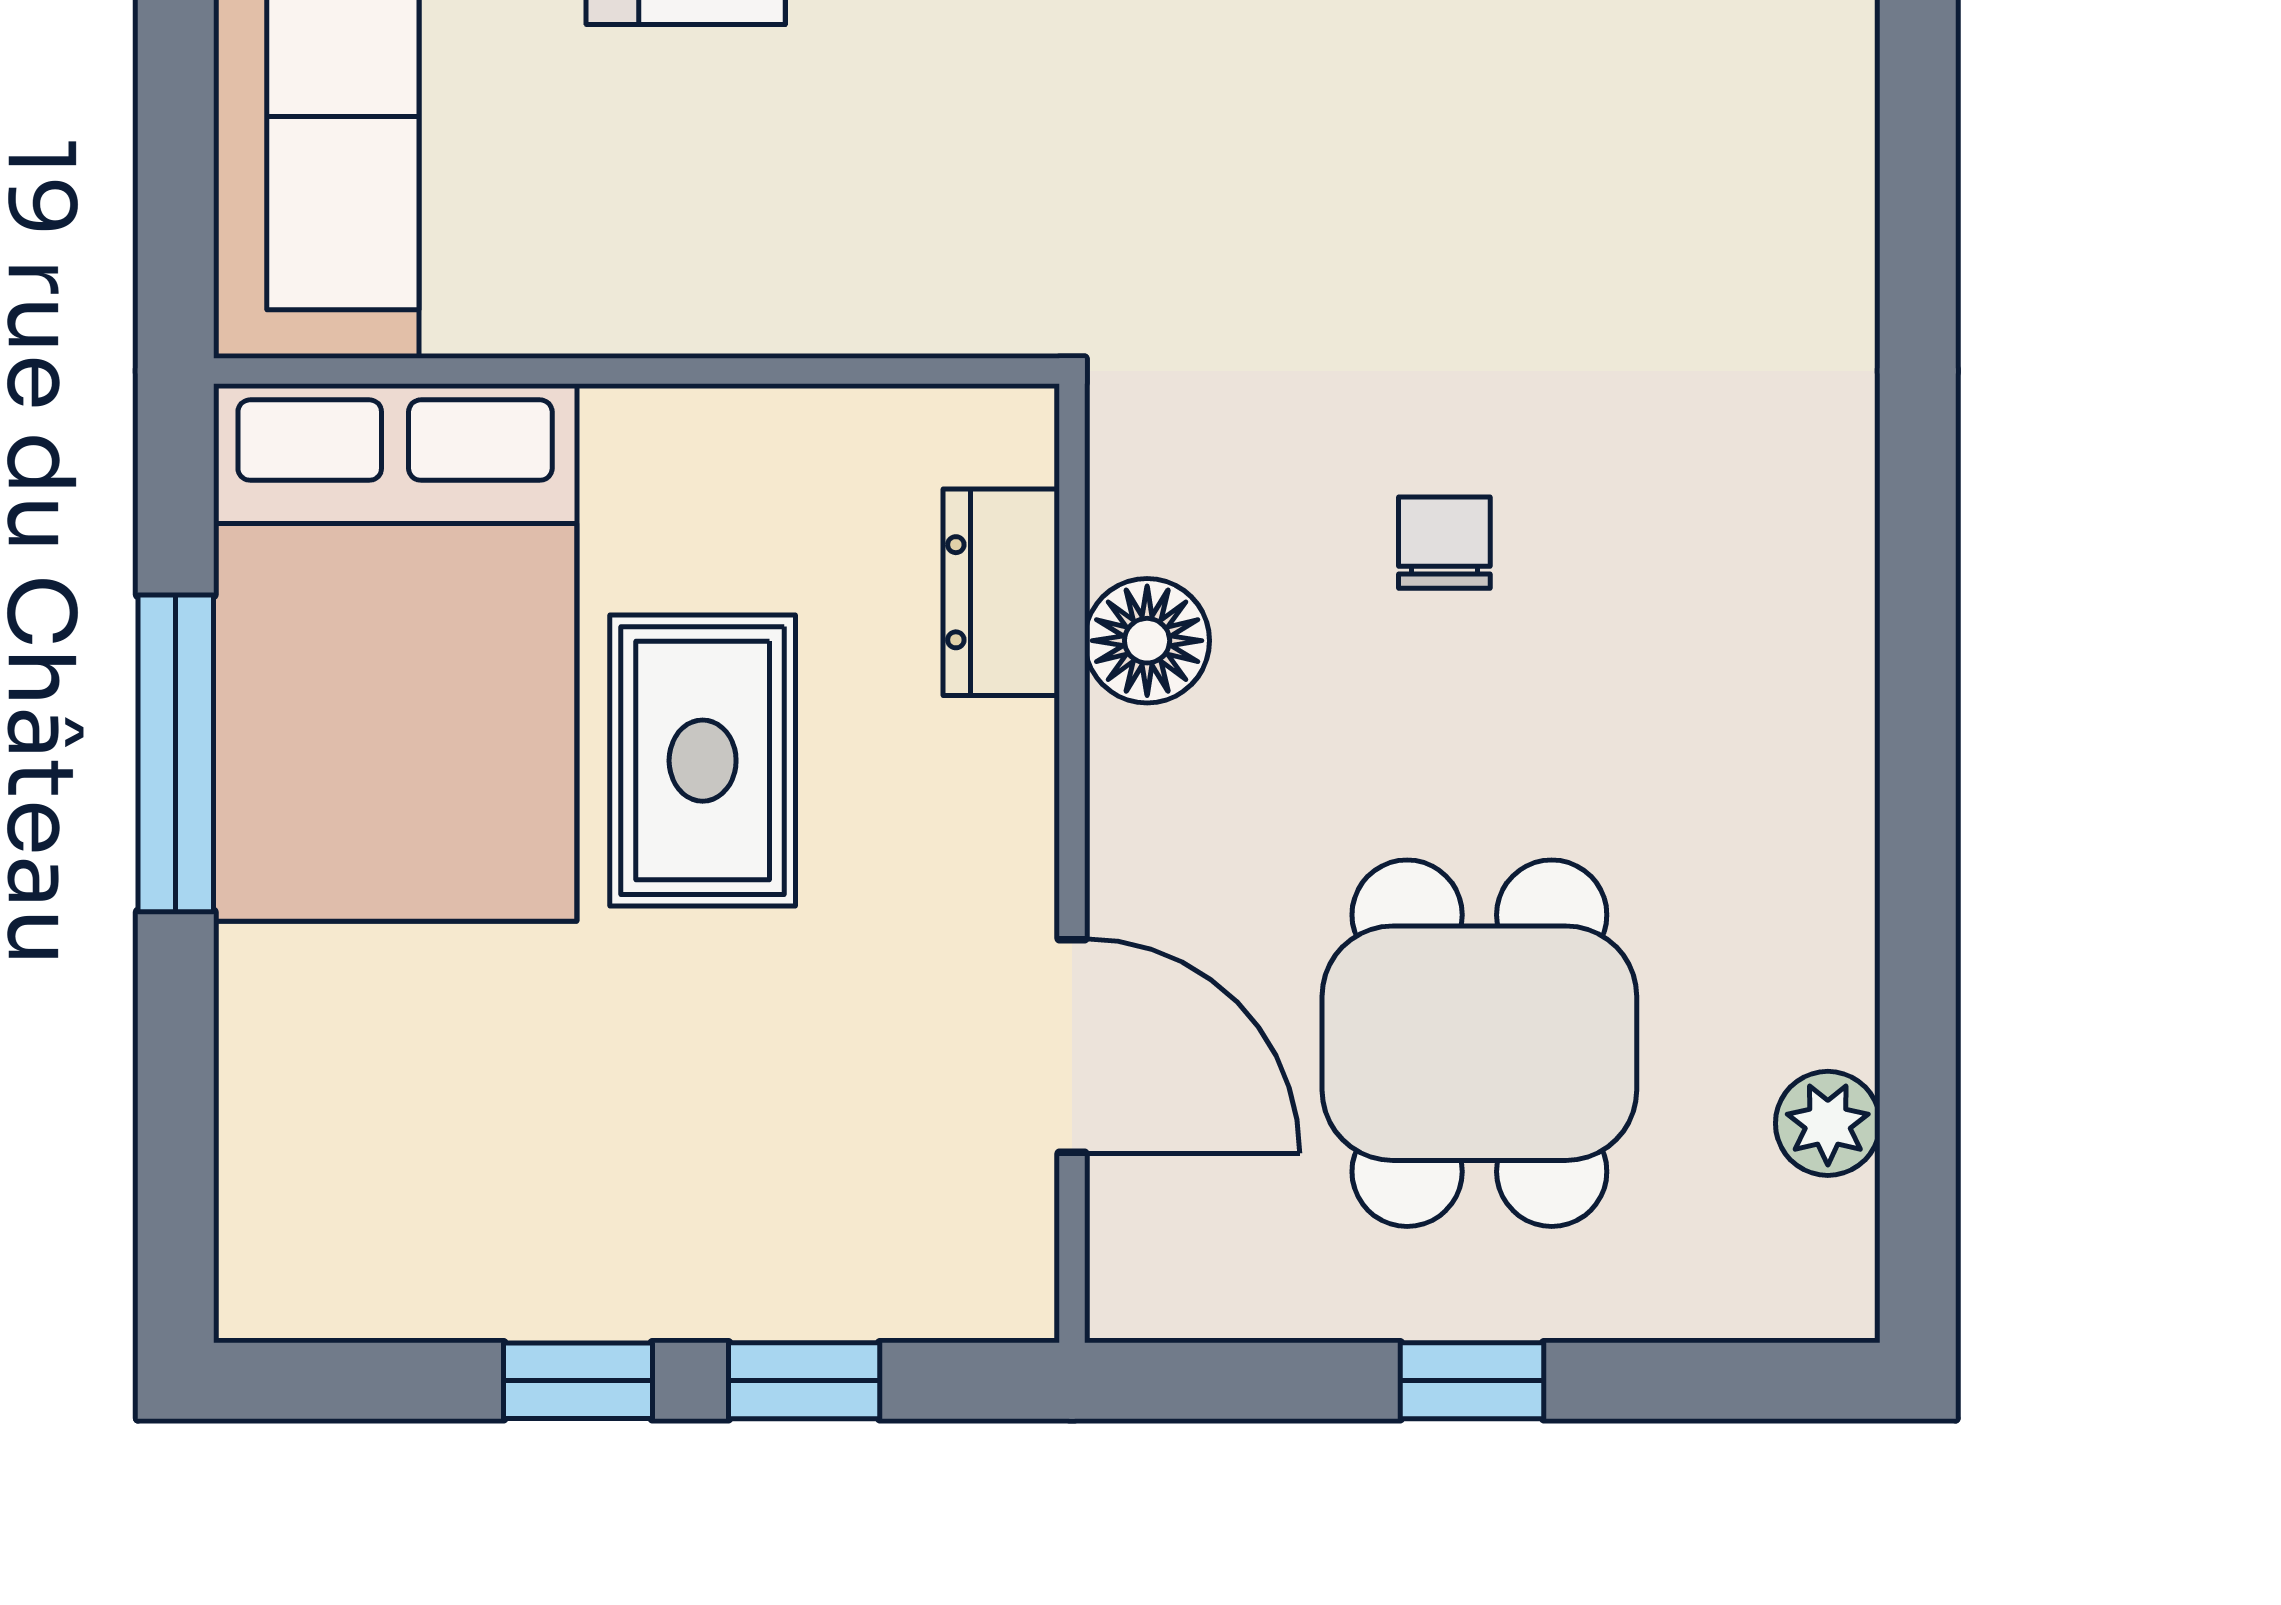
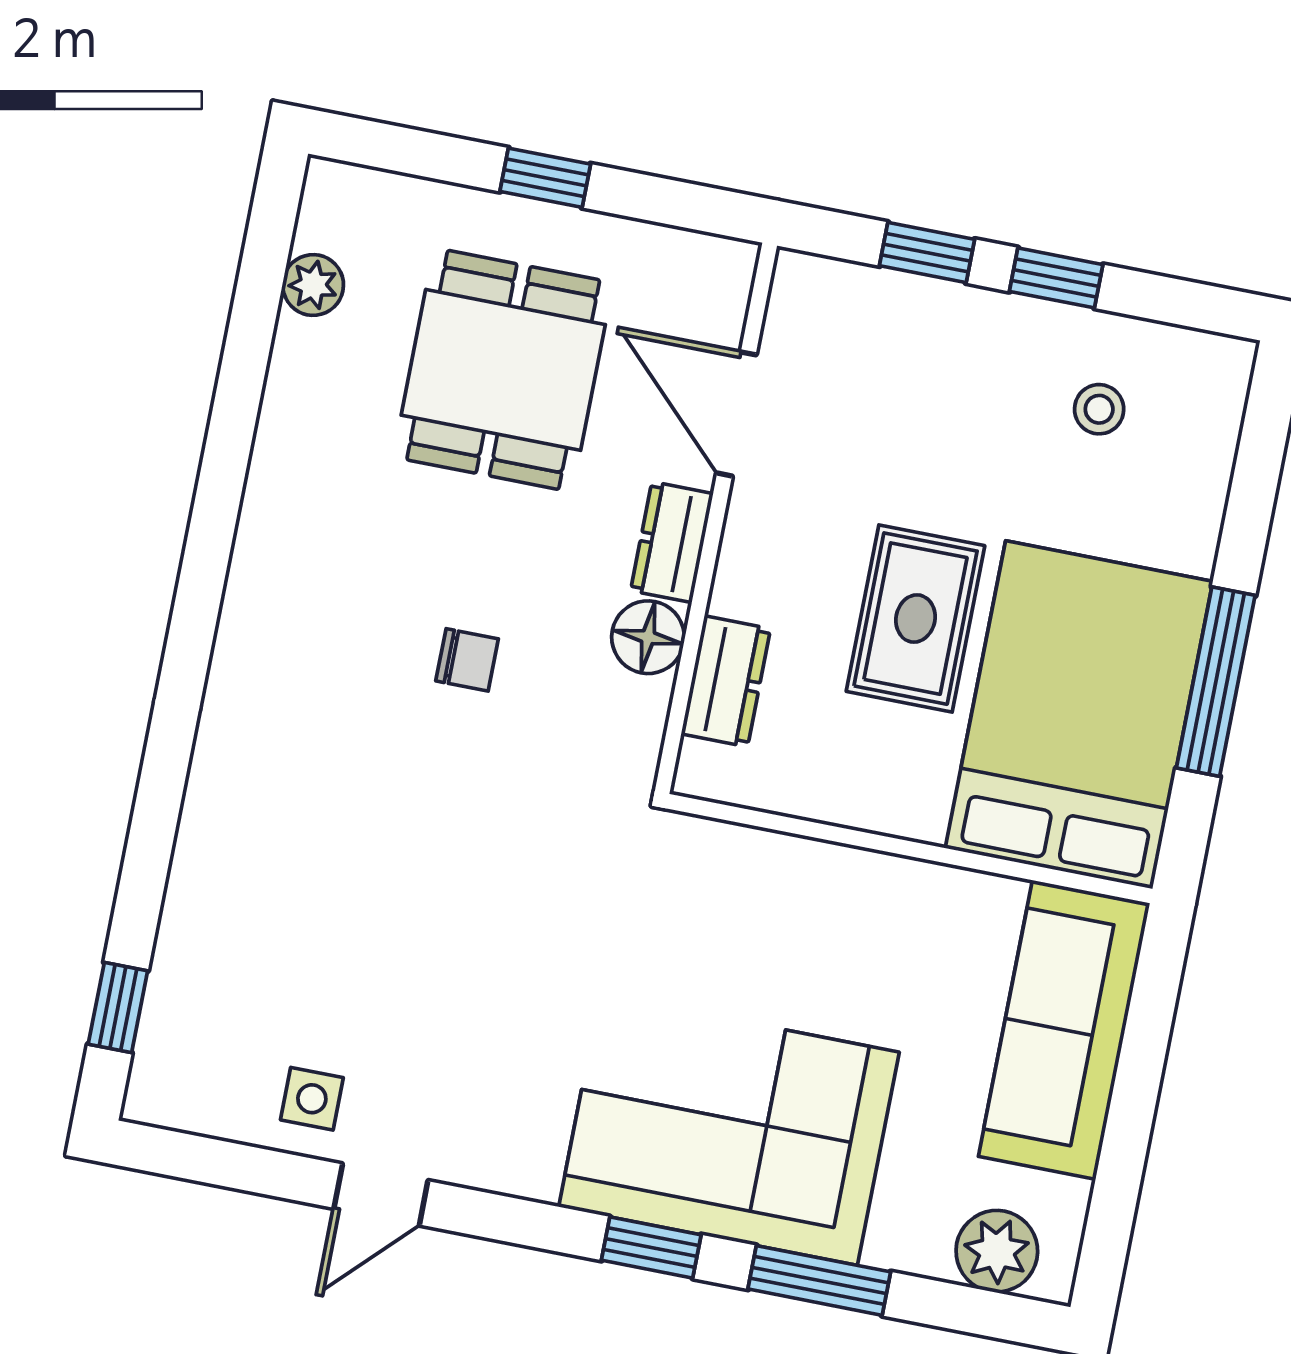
chair: (1444, 543) -> (467, 660), turned -90
dresser: (1138, 809) -> (672, 542), added
stool: (462, 1174) -> (1099, 409), added

